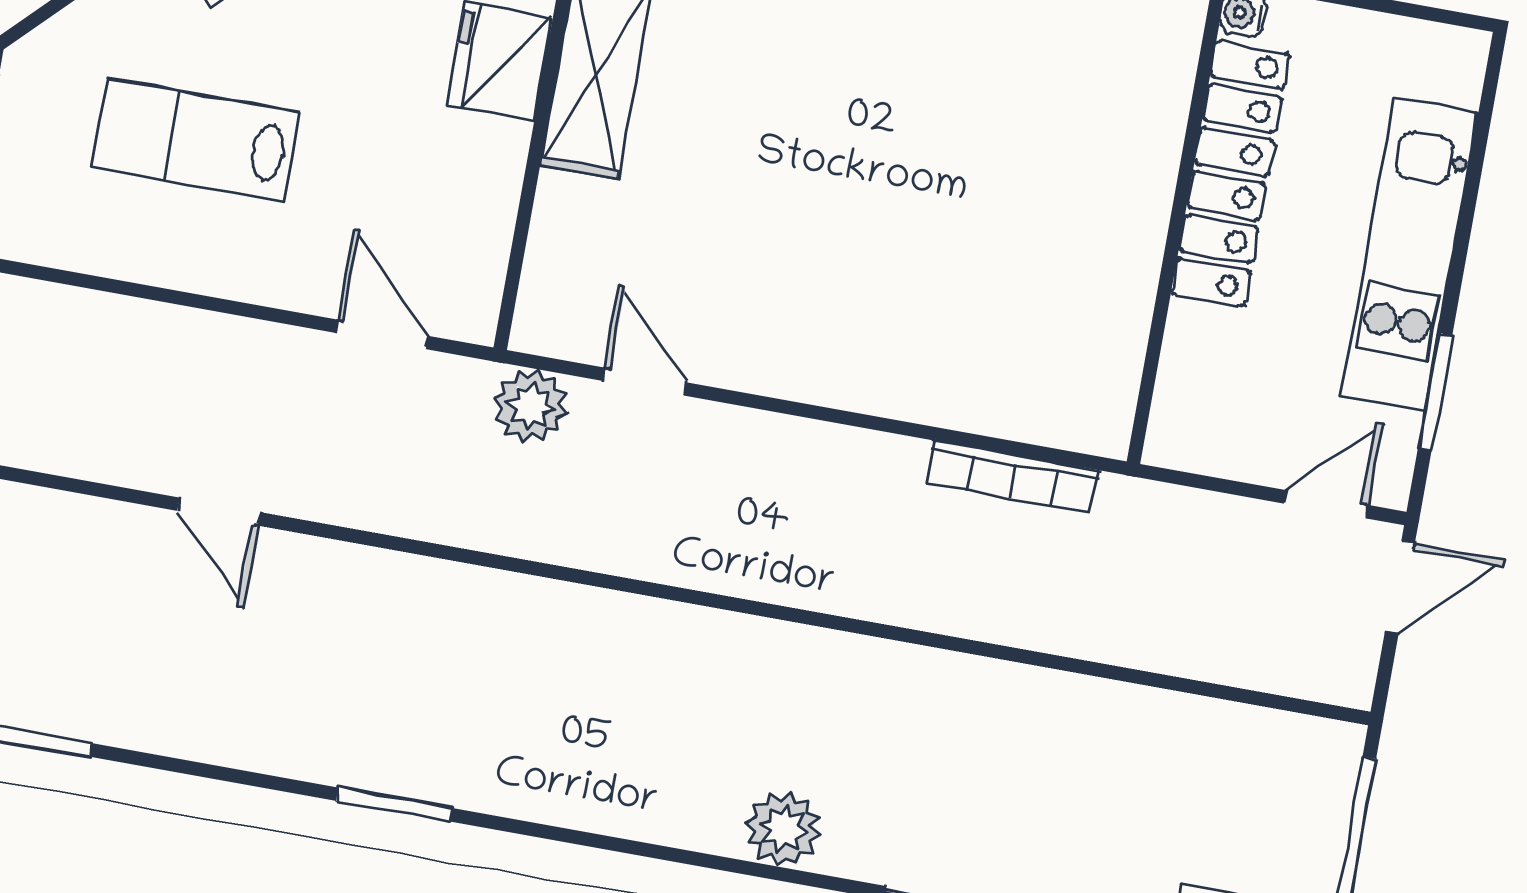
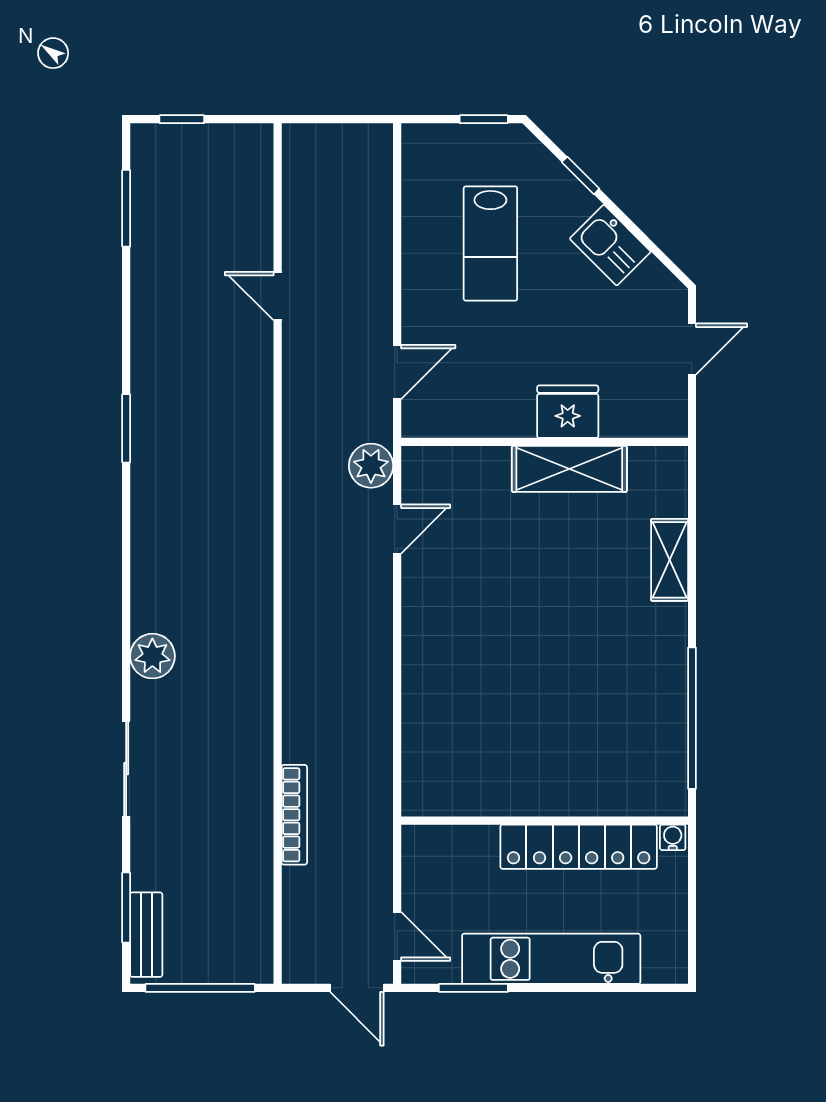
lab bench: (195, 140) -> (490, 244), turned 180
bookcase: (1013, 477) -> (294, 815), moved, turned 180
door: (219, 512) -> (278, 296), hinge flipped

